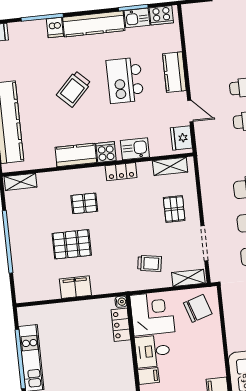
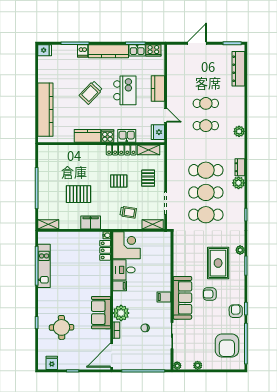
kitchen island: (125, 80) -> (125, 90), turned 180
locker: (121, 172) -> (121, 150), width x1.53
shelving: (20, 182) -> (48, 224), moved
pallet: (84, 203) -> (119, 181), moved
filing cabinet: (75, 287) -> (91, 223), moved
chair: (198, 308) -> (157, 245), removed

